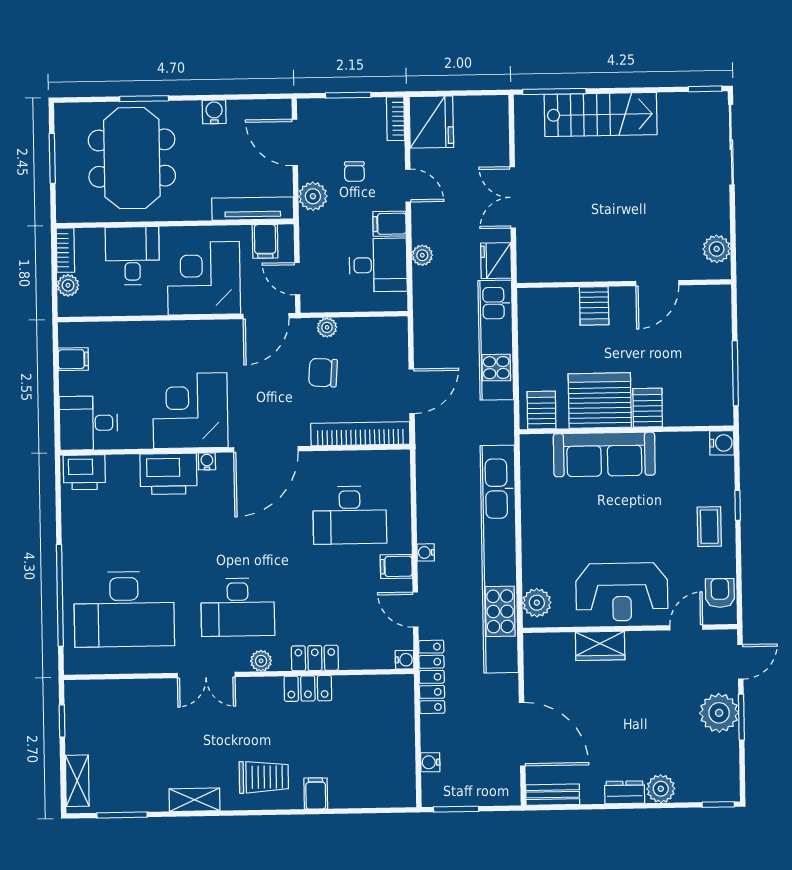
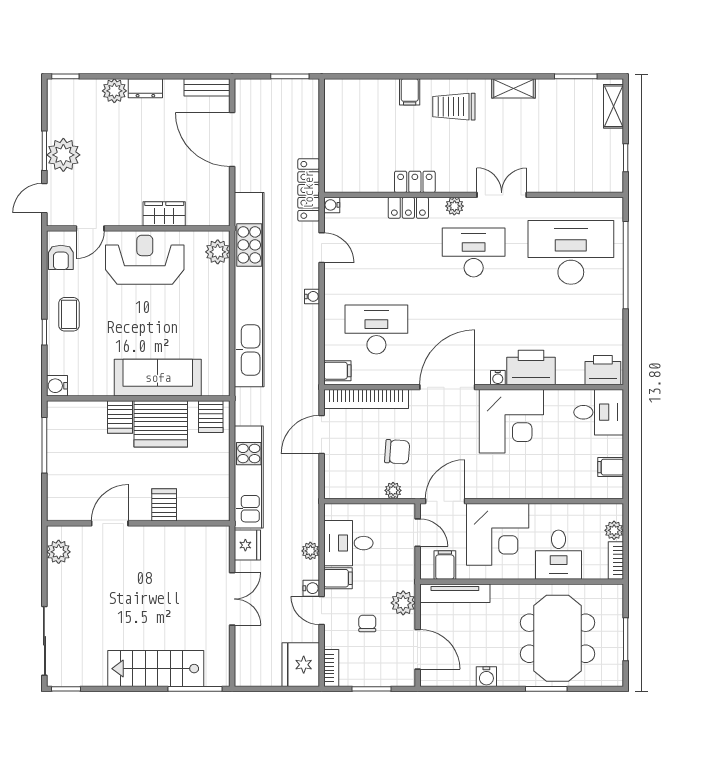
filing cabinet: (396, 566) -> (337, 371), moved
water cooler: (430, 762) -> (311, 588), moved

